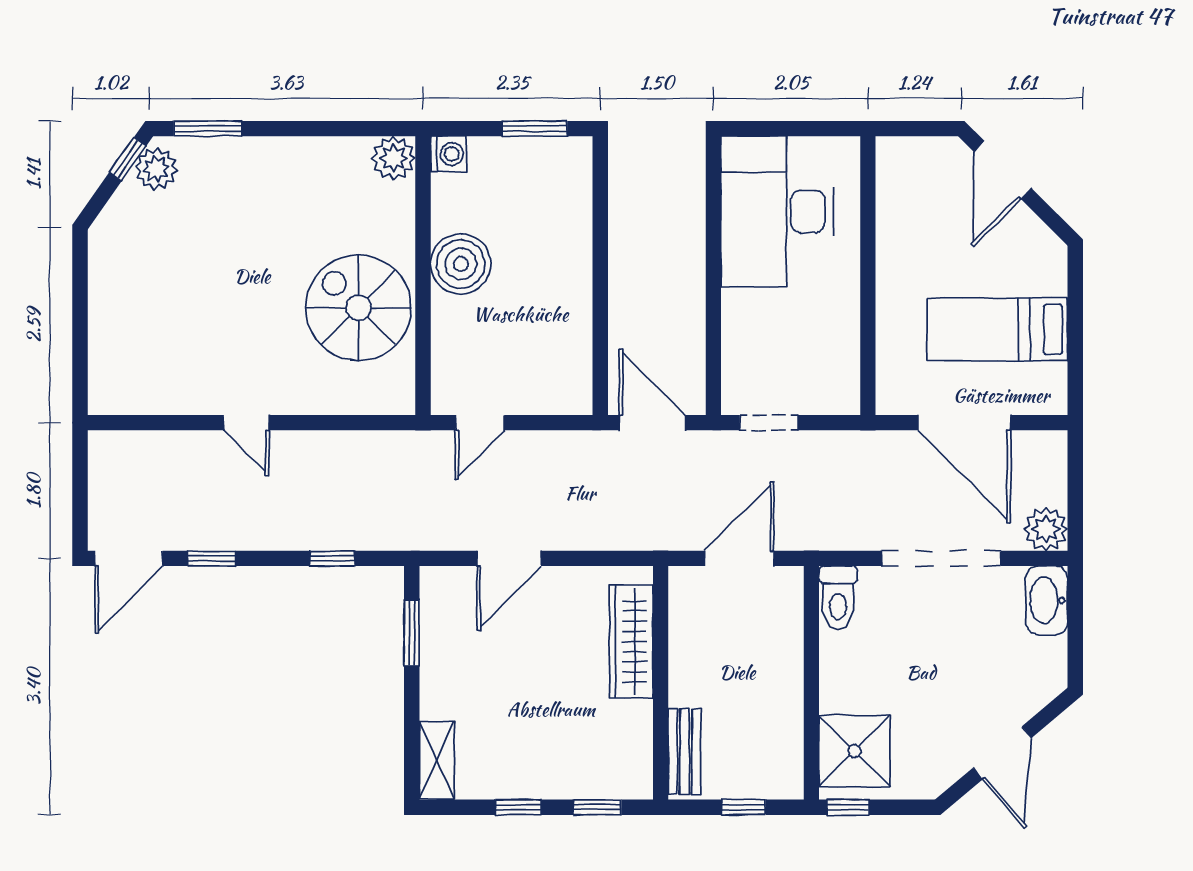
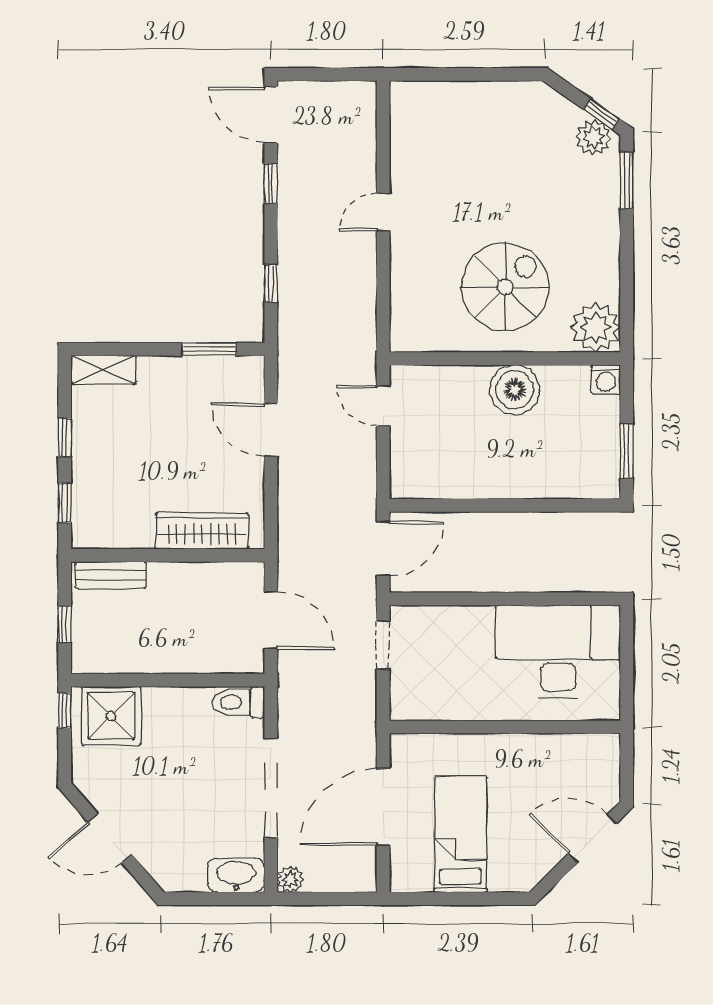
plant: (393, 158) -> (596, 327), width x1.36, depth x1.36
spiral stairs: (358, 308) -> (505, 287), moved
plant: (1046, 529) -> (290, 879), width x0.73, depth x0.73

